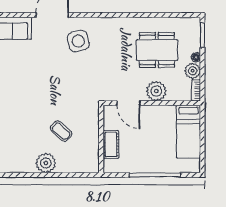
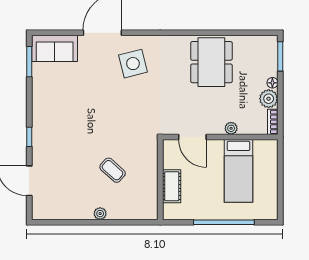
dining table: (157, 50) -> (211, 62), moved, turned 90
plant: (156, 91) -> (231, 128), width x0.53, depth x0.53
bed: (188, 132) -> (238, 171), moved
plant: (46, 163) -> (100, 214), width x0.53, depth x0.53

